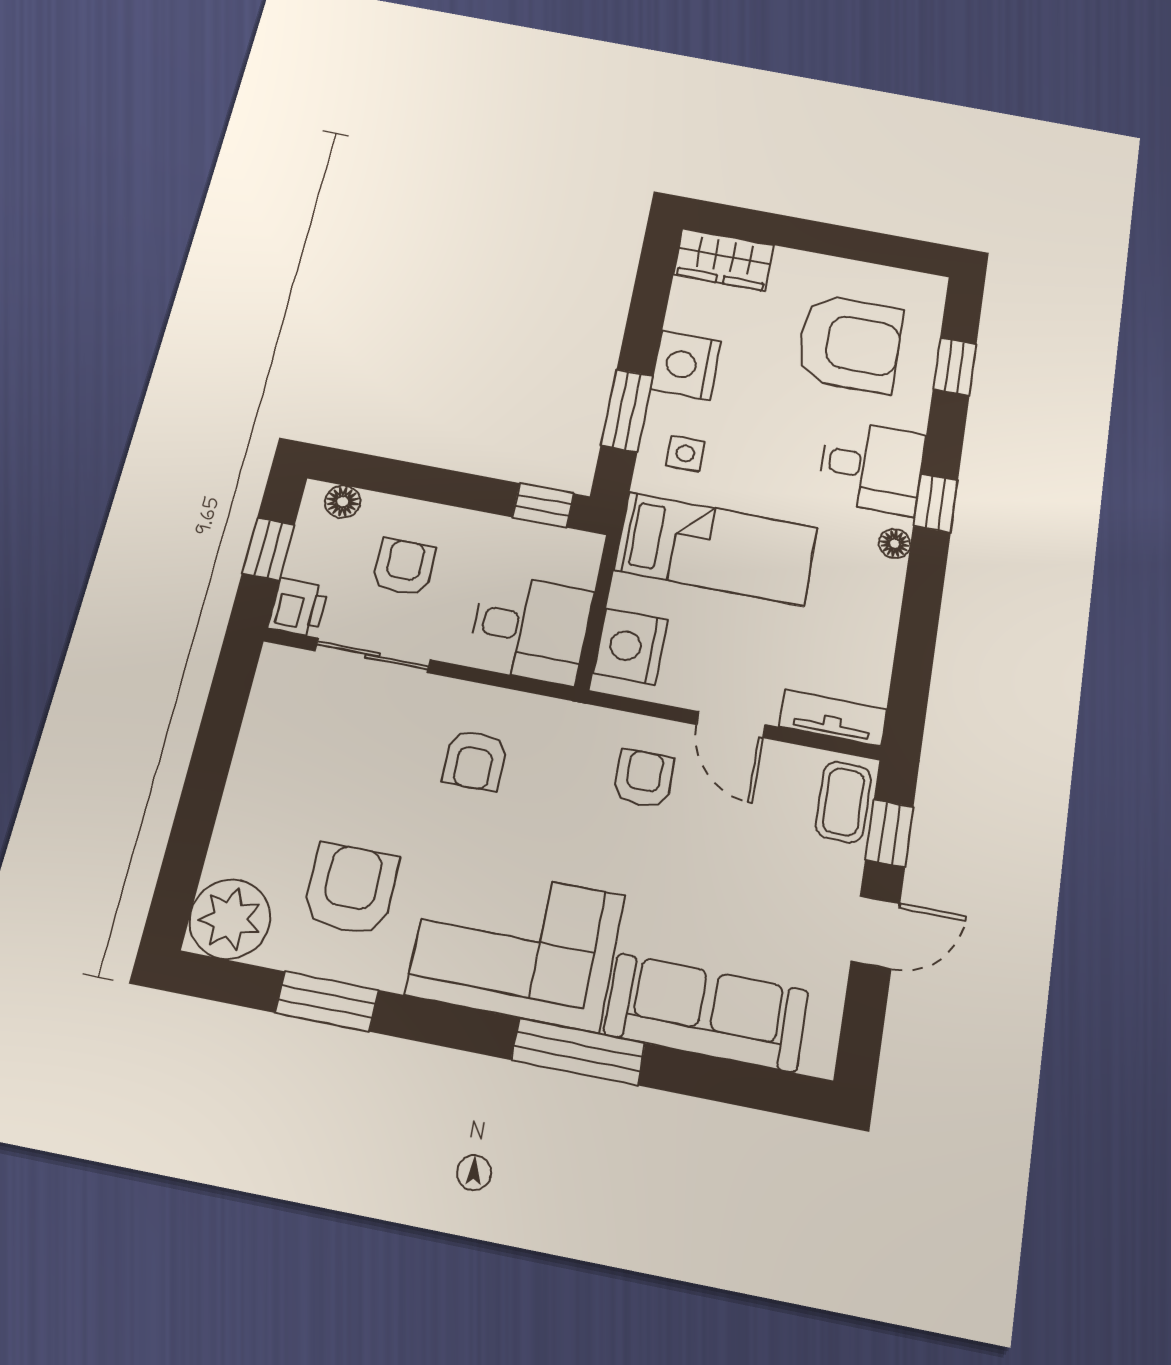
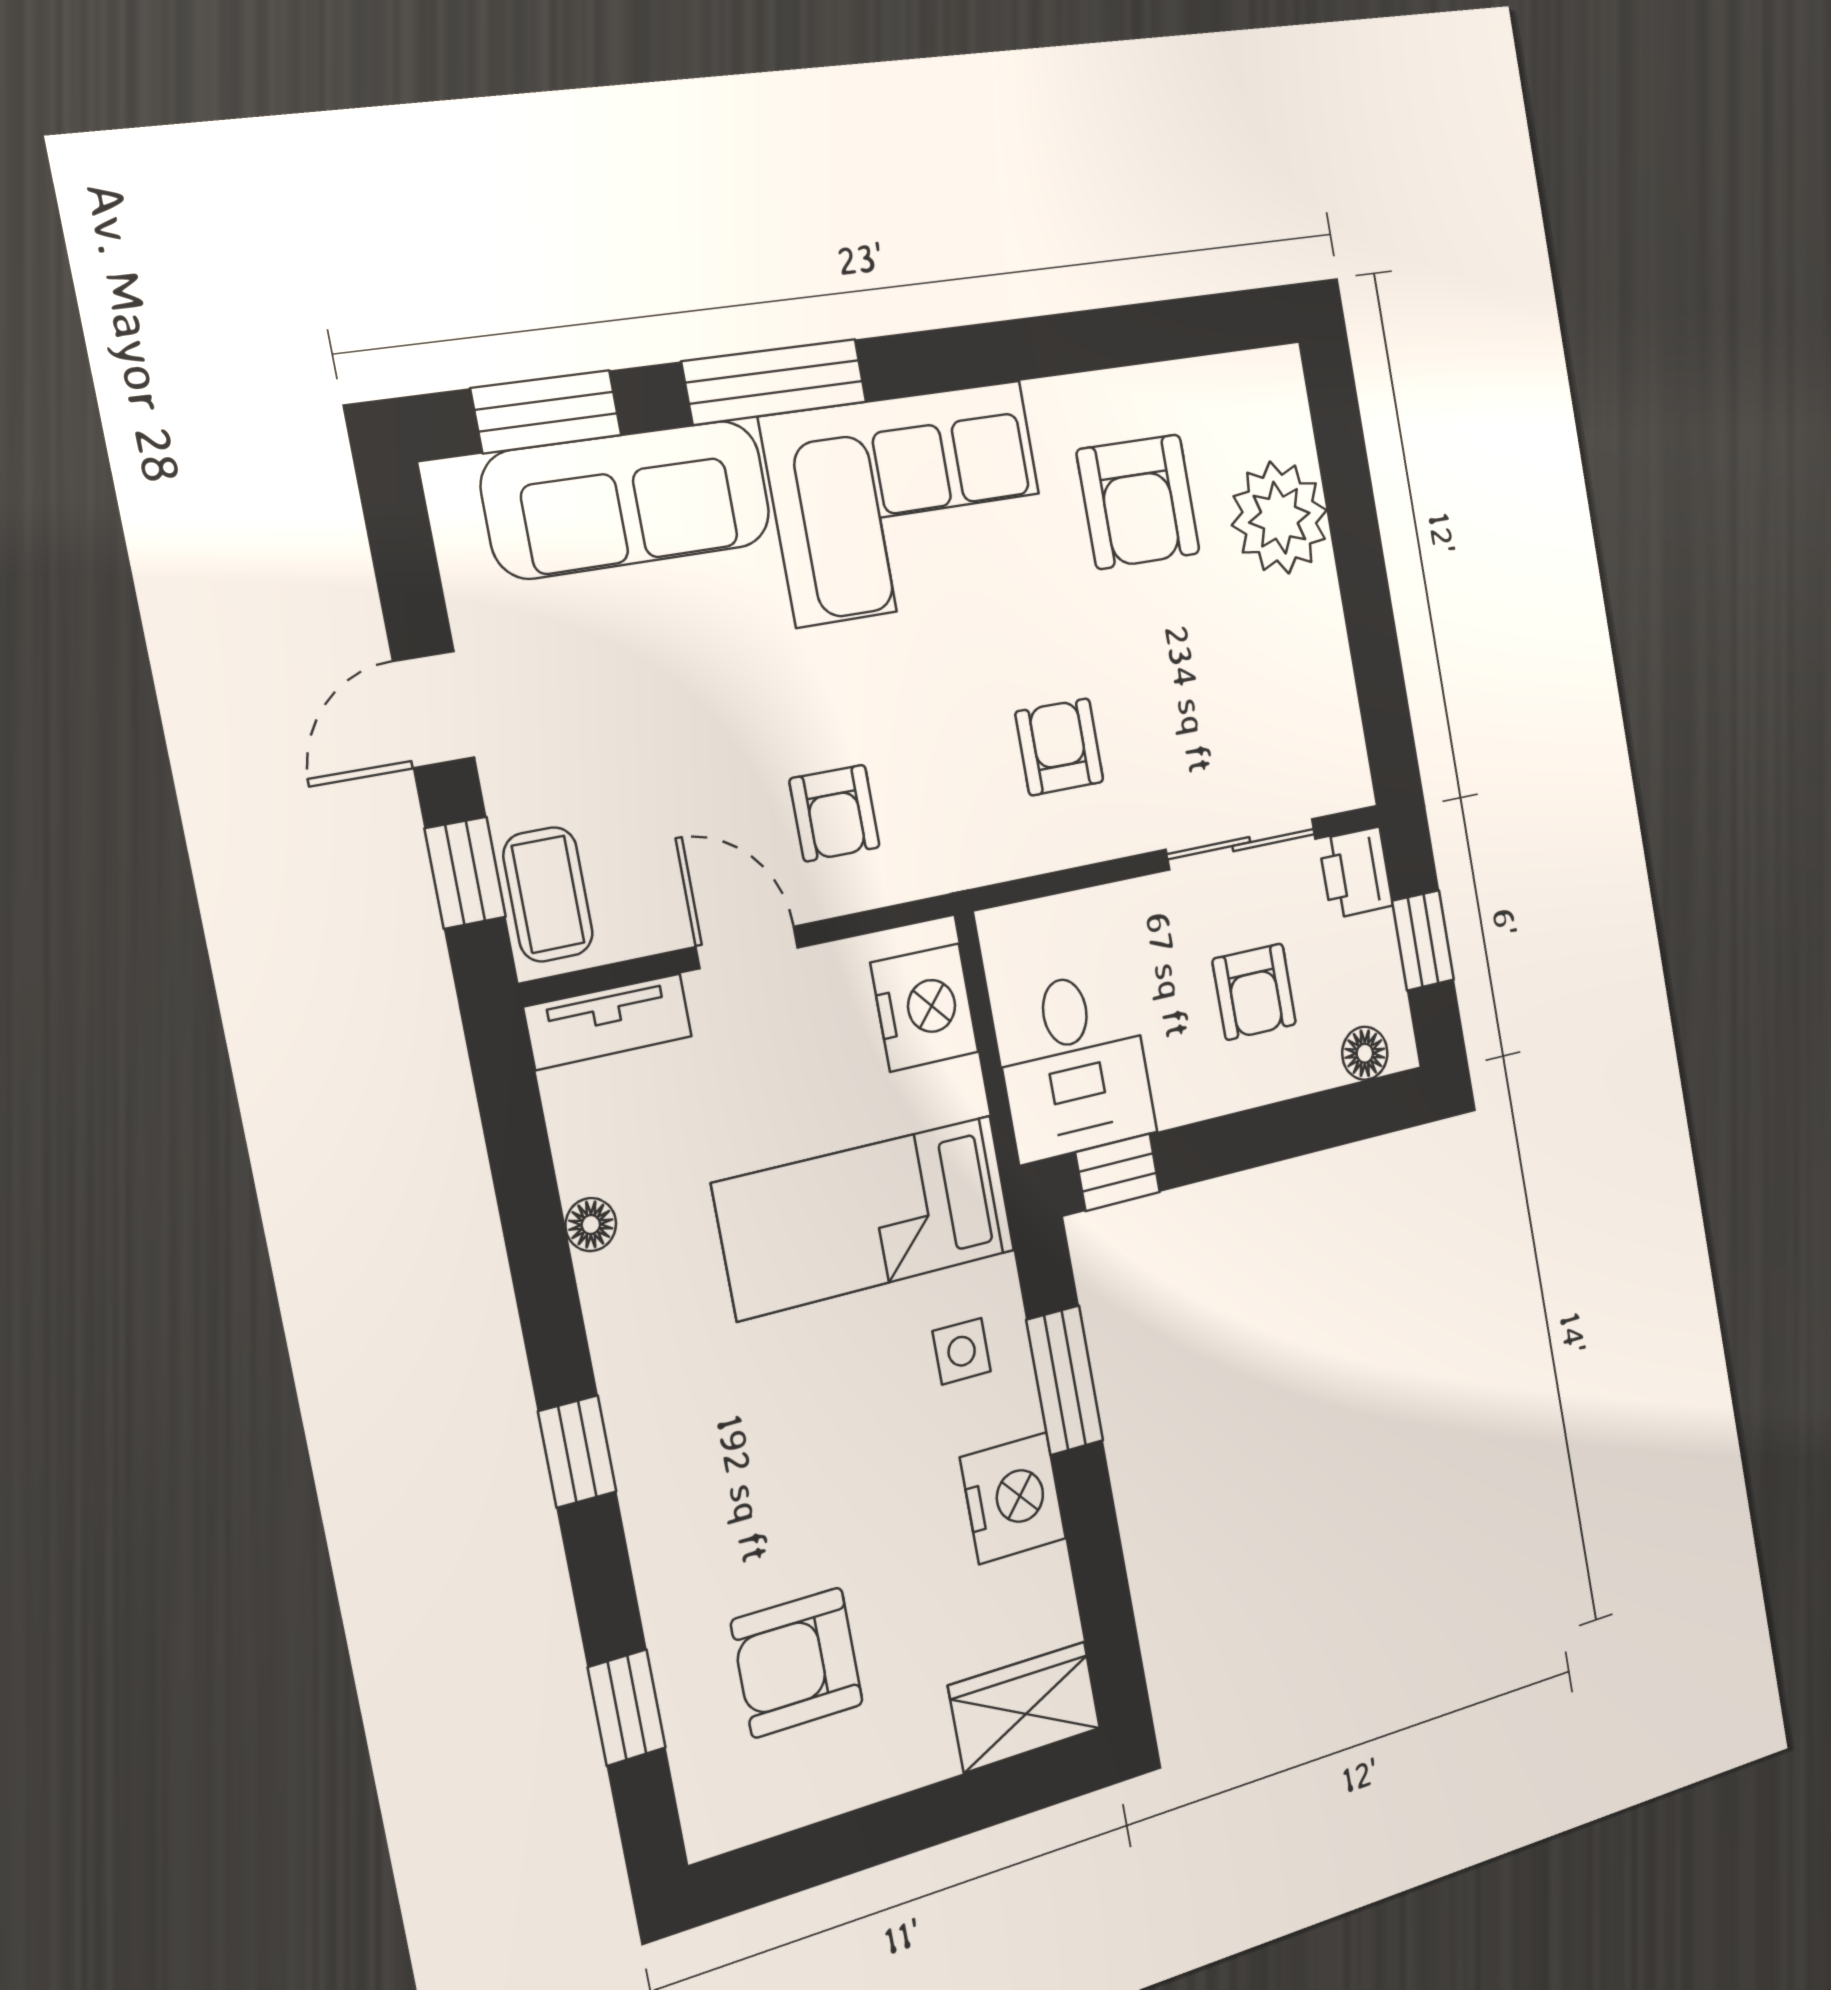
armchair: (849, 343) -> (797, 1662), width x0.73, depth x0.73
desk: (871, 467) -> (693, 1465), removed
floor lamp: (895, 544) -> (591, 1225), moved
desk: (530, 628) -> (1074, 1065), moved, turned -90
plant: (230, 919) -> (1279, 518), moved
window: (327, 1001) -> (546, 412), moved

